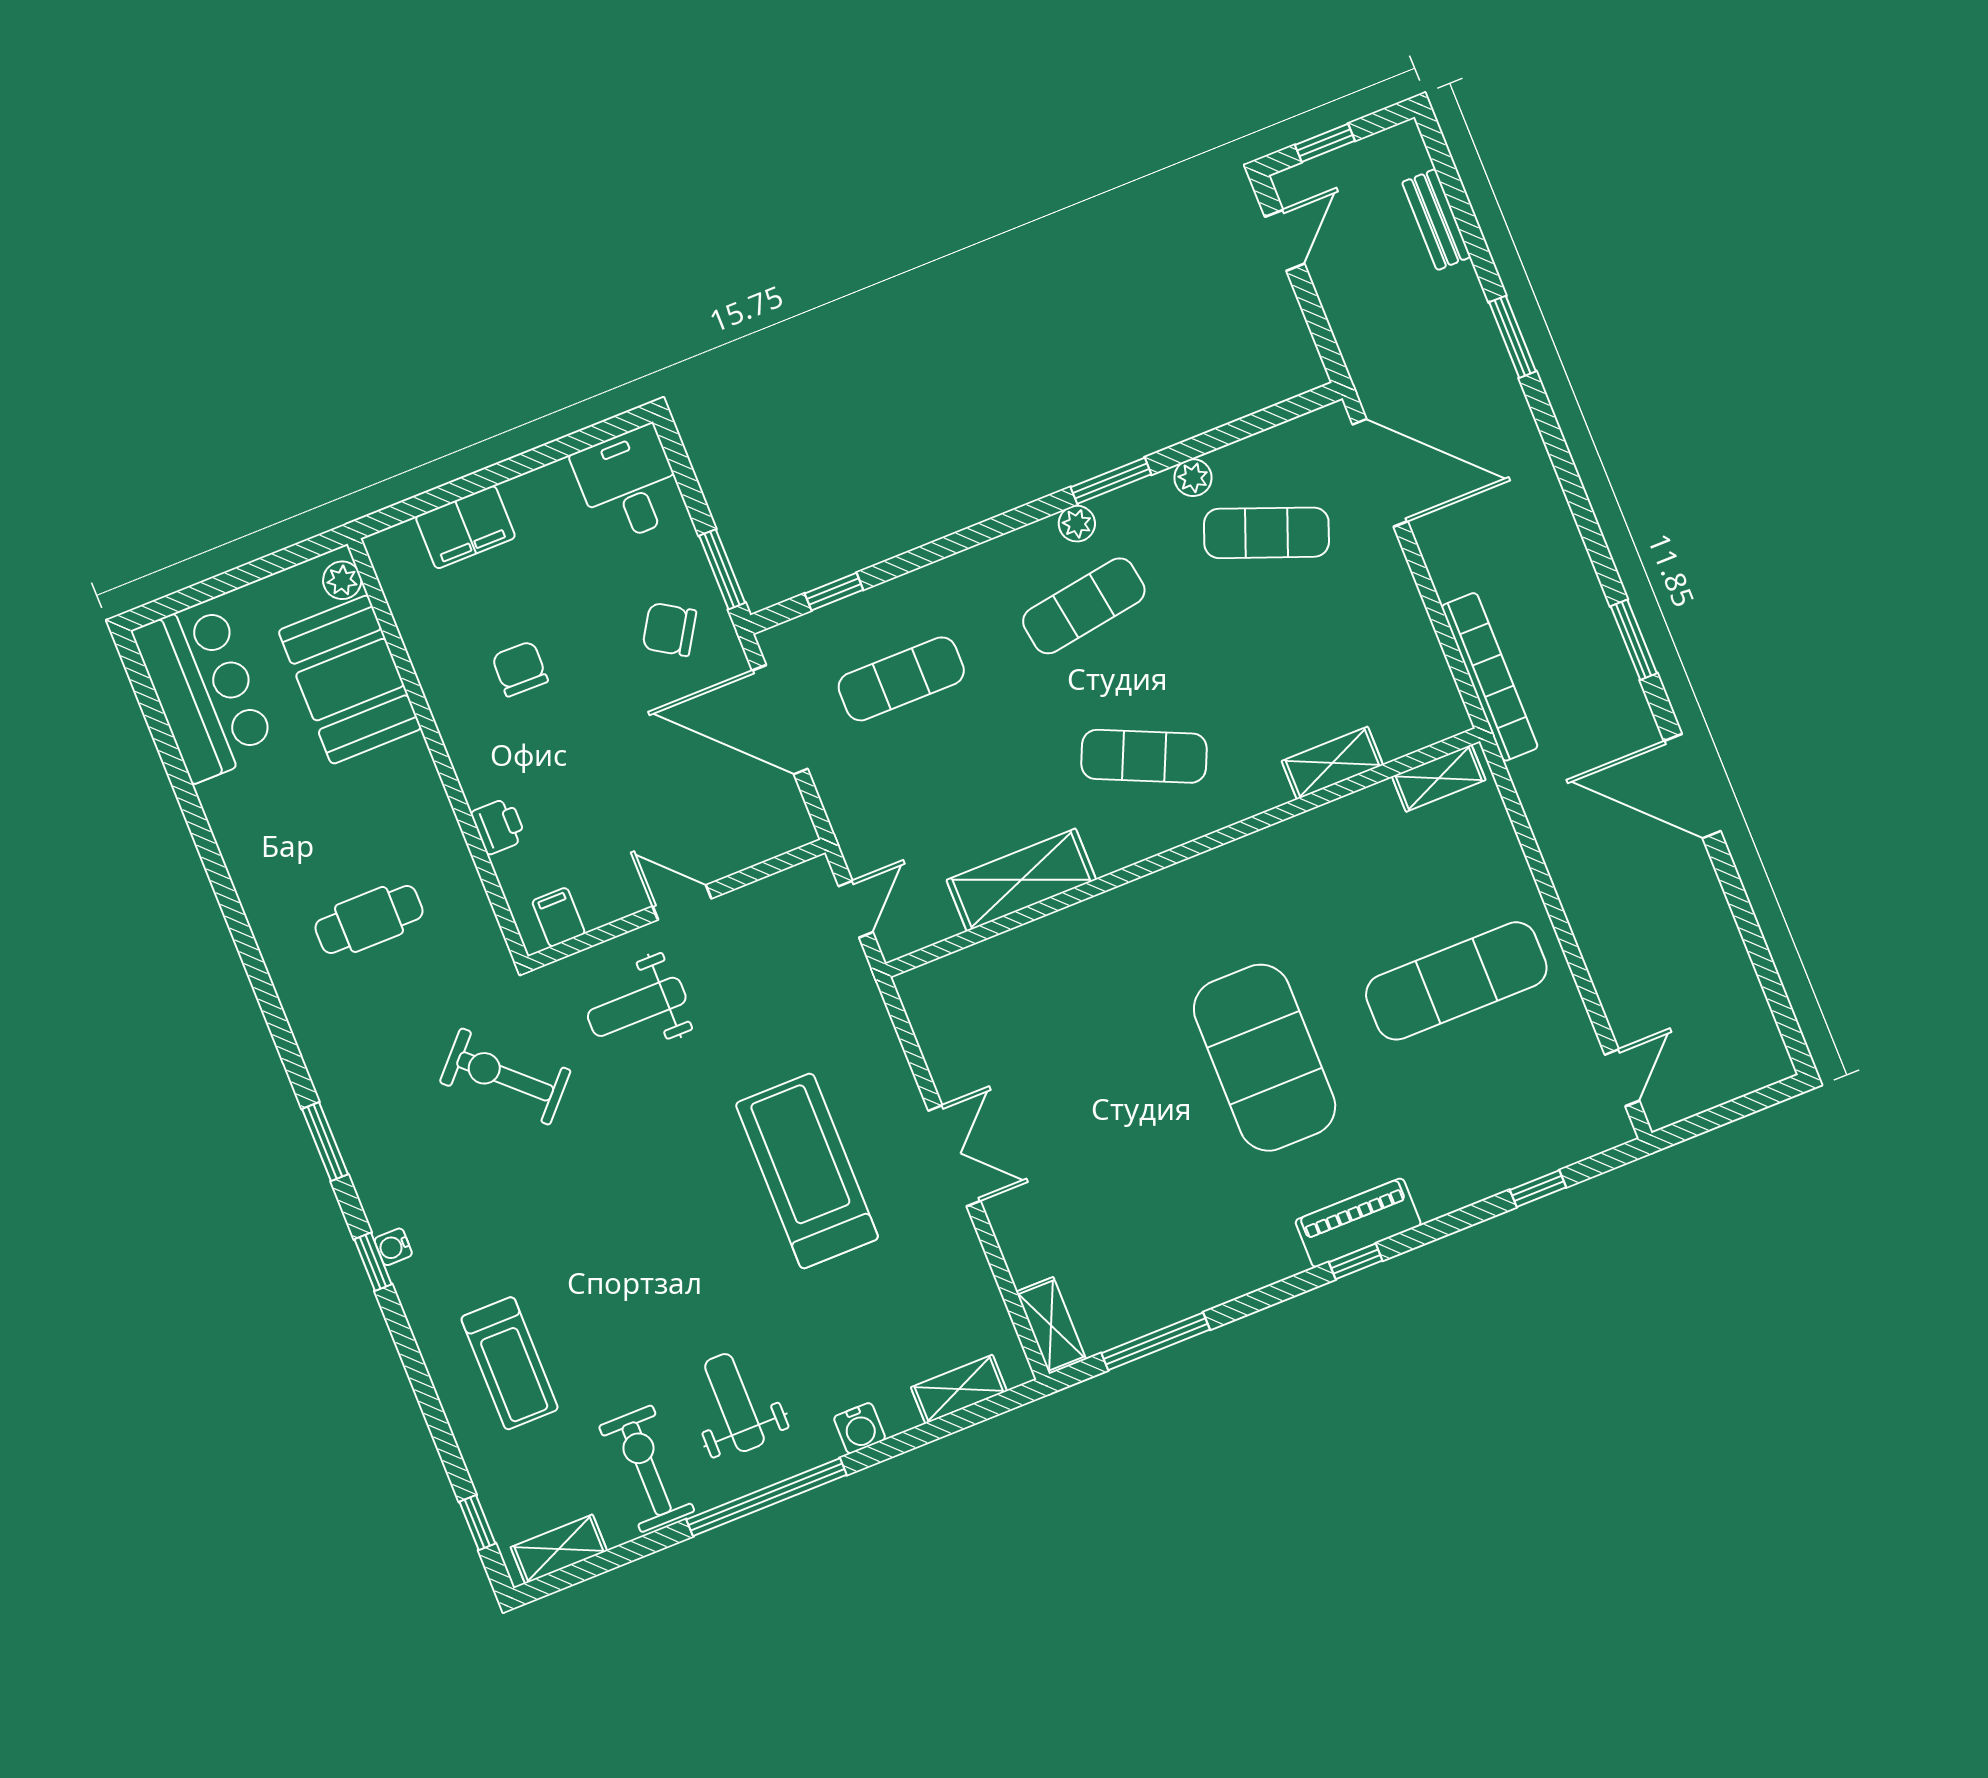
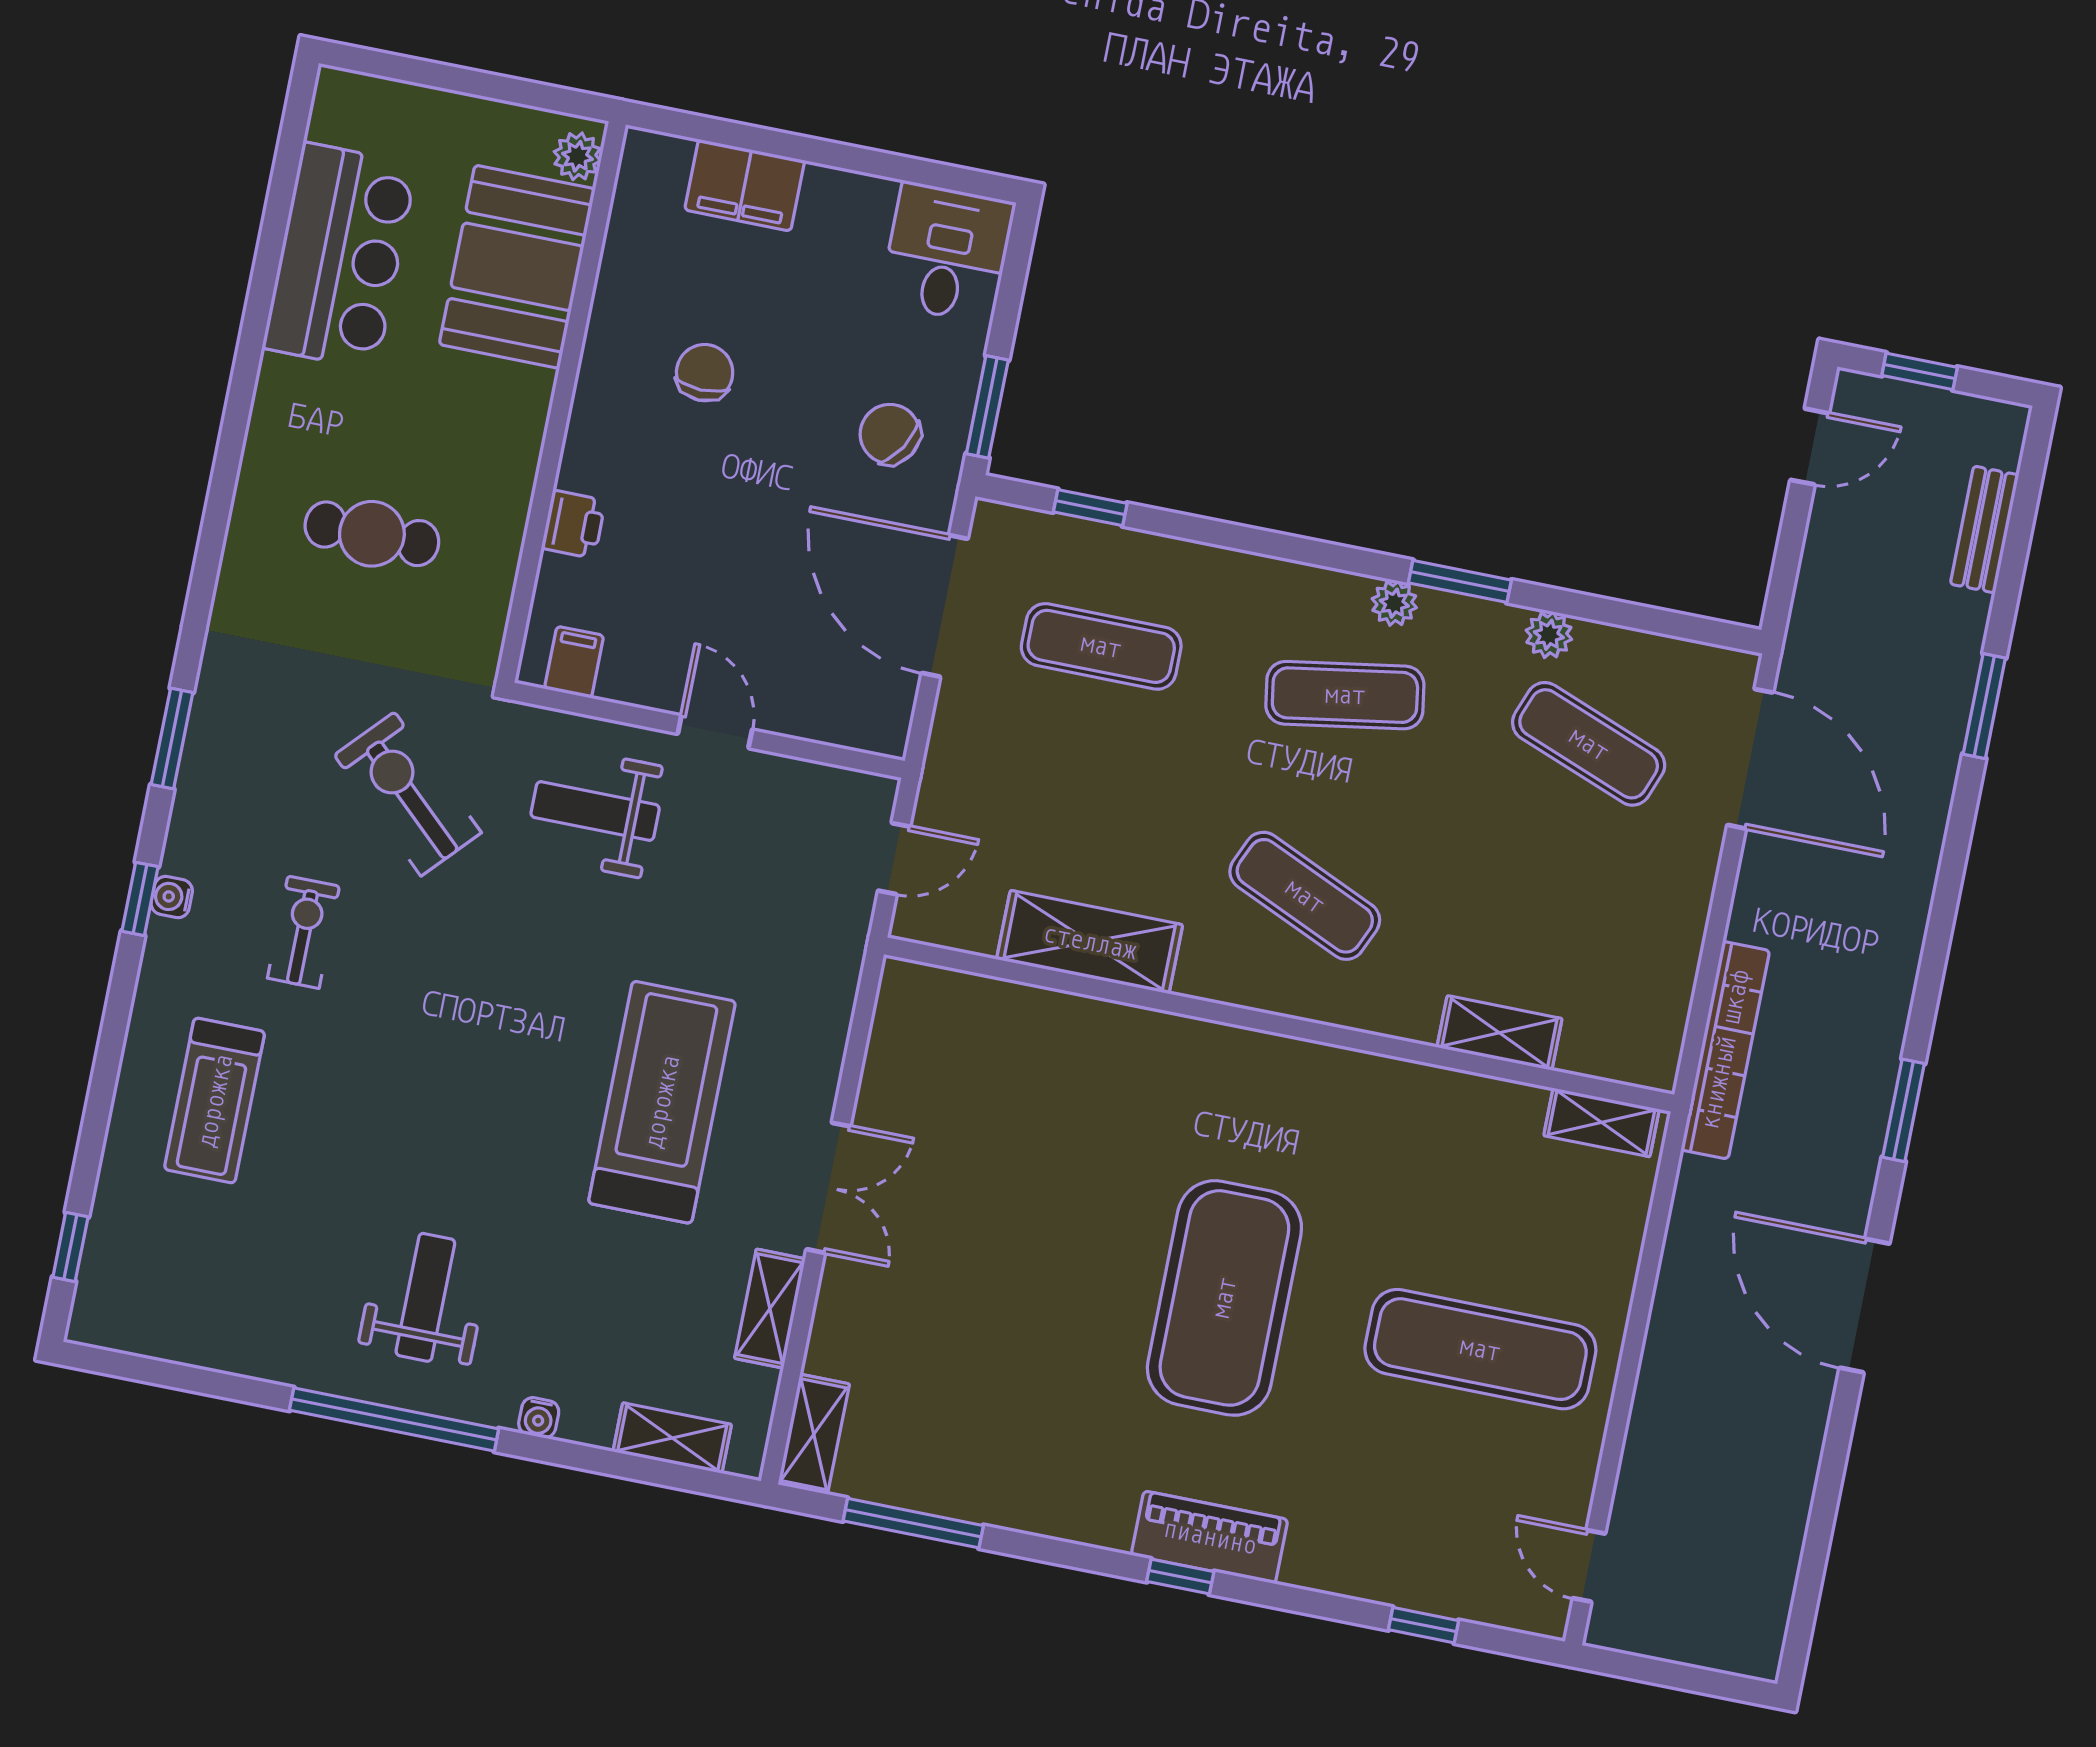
bar counter: (204, 691) -> (340, 256), moved
door: (1622, 1078) -> (1589, 1566), swing flipped
water cooler: (860, 1428) -> (539, 1418), width x0.72, depth x0.72
exercise bike: (647, 1469) -> (303, 932), moved, width x0.73, depth x0.72
shelving: (559, 1549) -> (770, 1309), moved, turned 90

